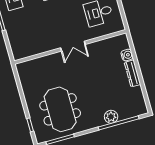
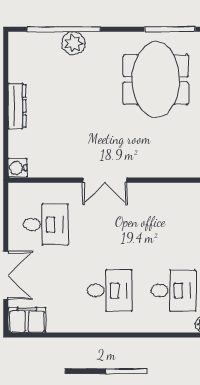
double door: (73, 46) -> (105, 180), swing flipped
water cooler: (127, 55) -> (18, 168), moved

